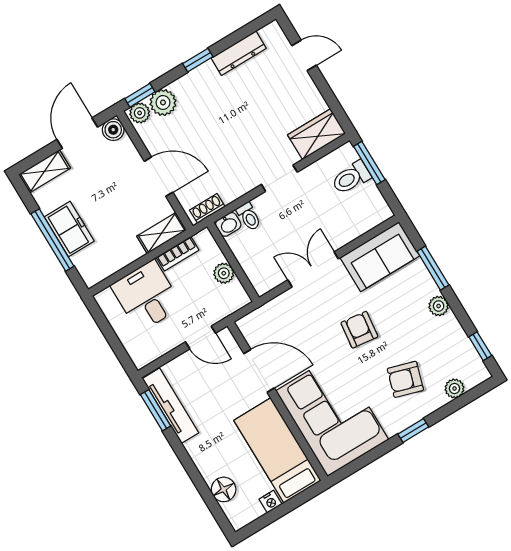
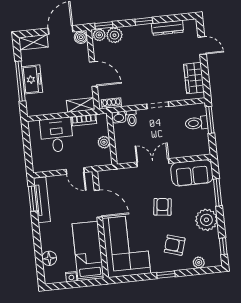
wardrobe: (317, 134) -> (194, 78), moved, turned -90
plant: (439, 306) -> (206, 220), width x1.88, depth x1.88

